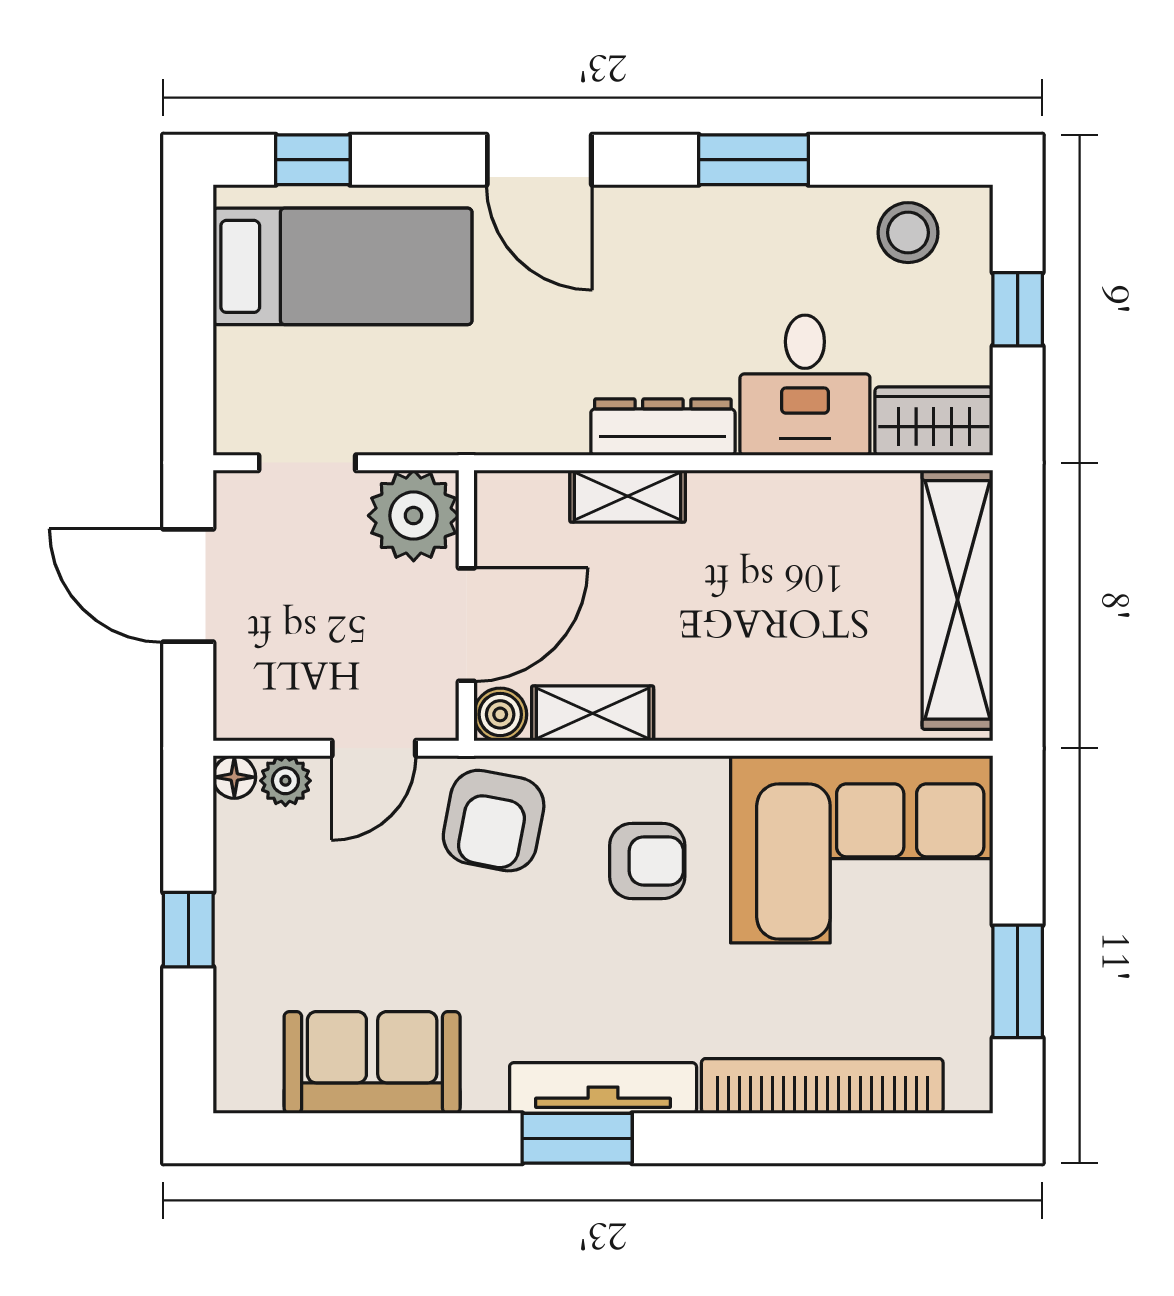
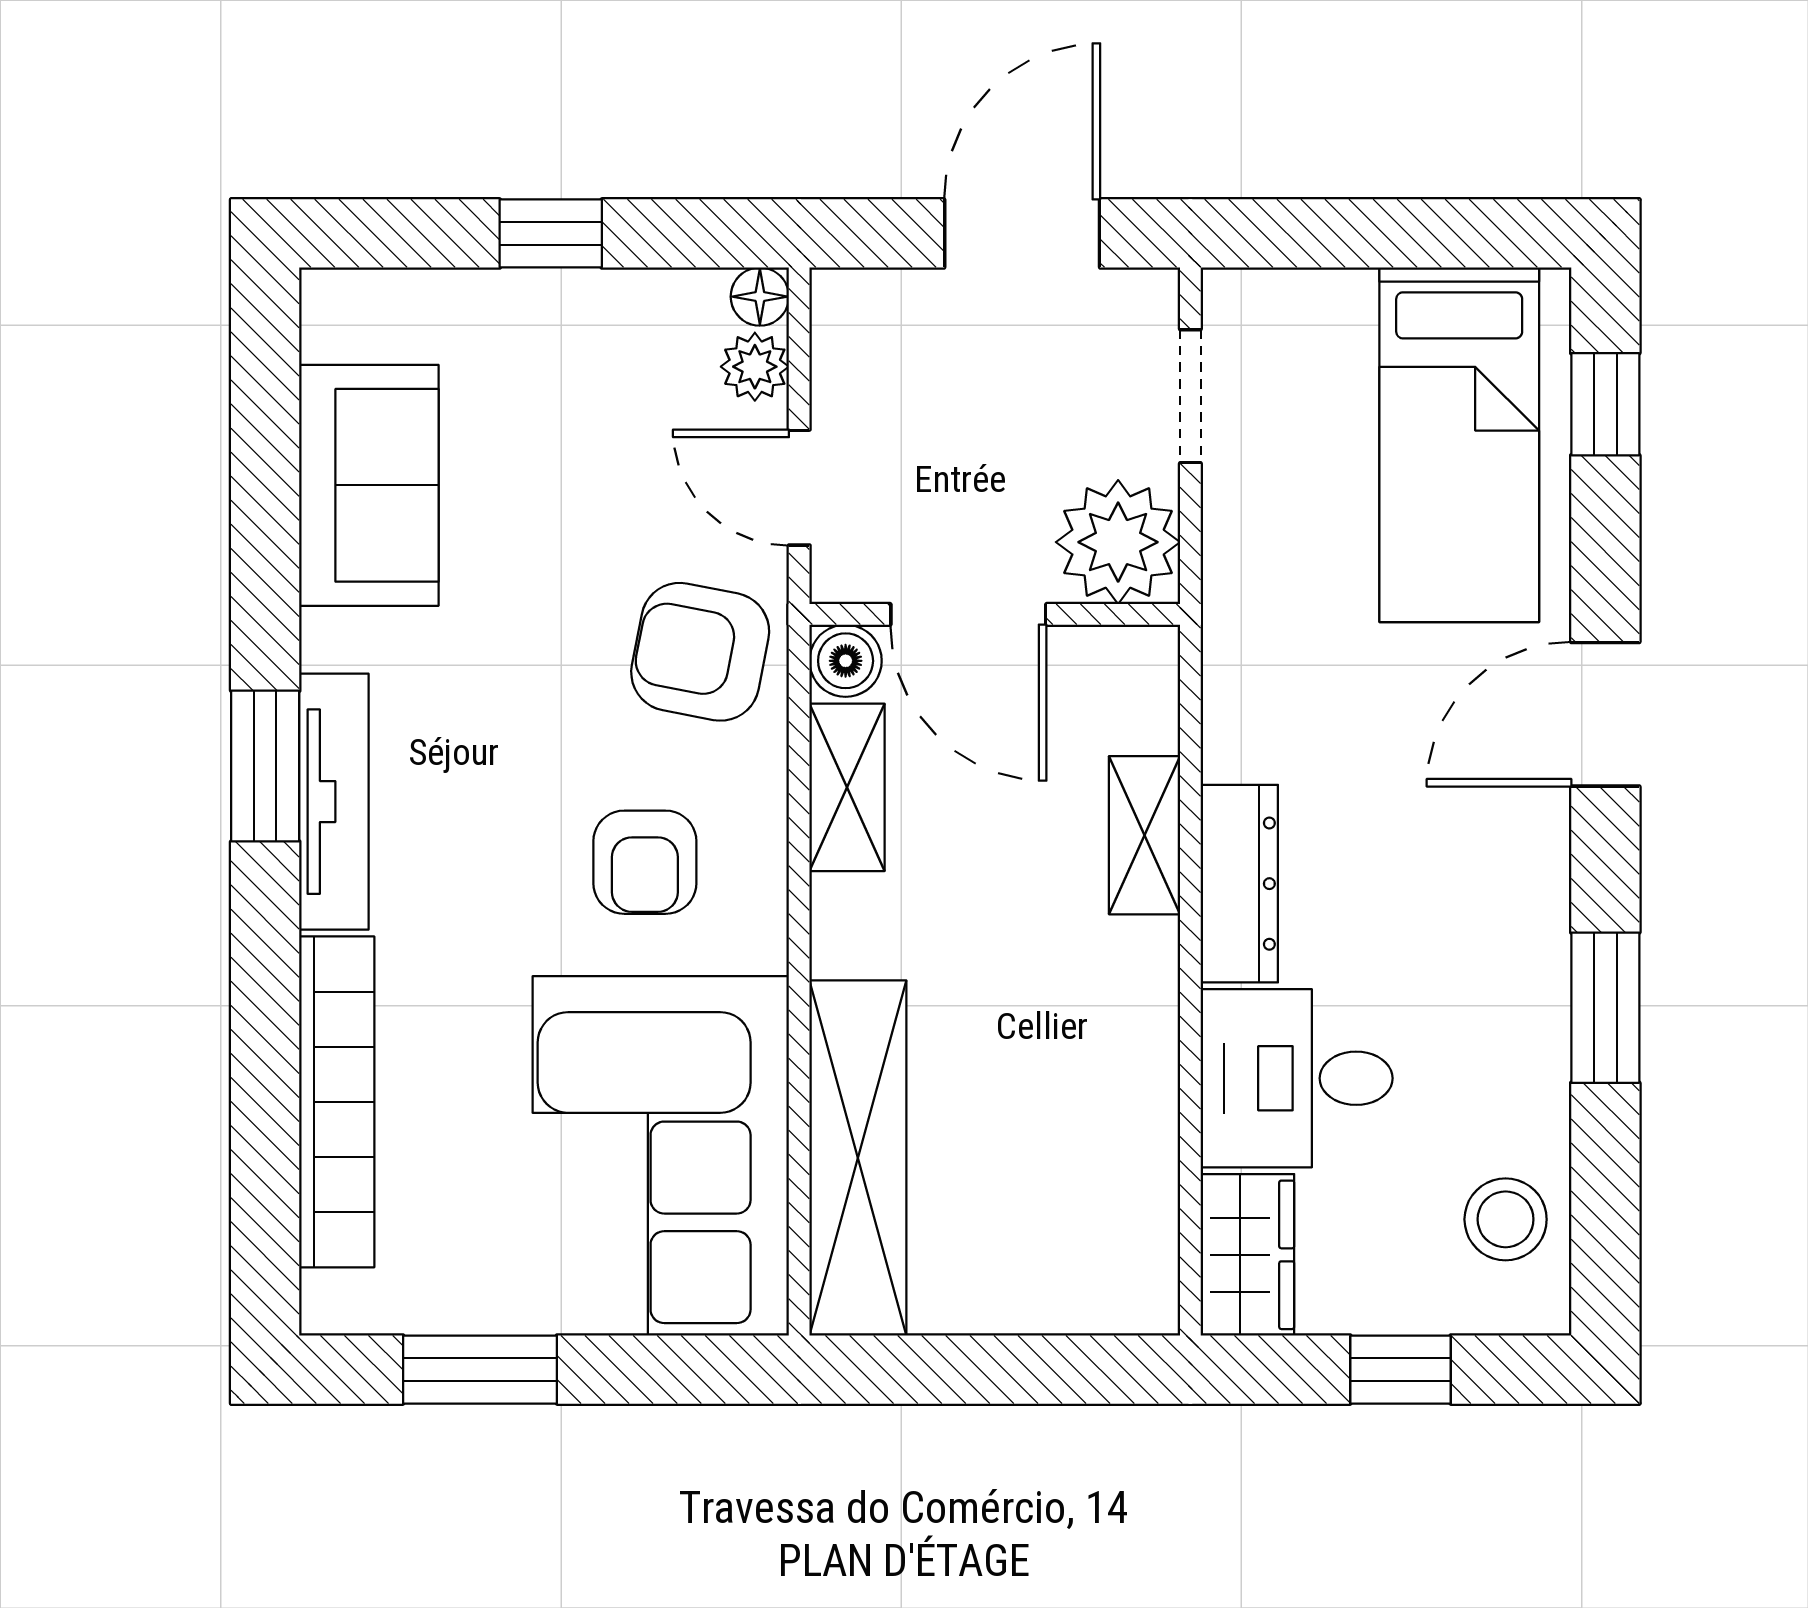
shelving: (957, 600) -> (858, 1158), moved, turned 90

